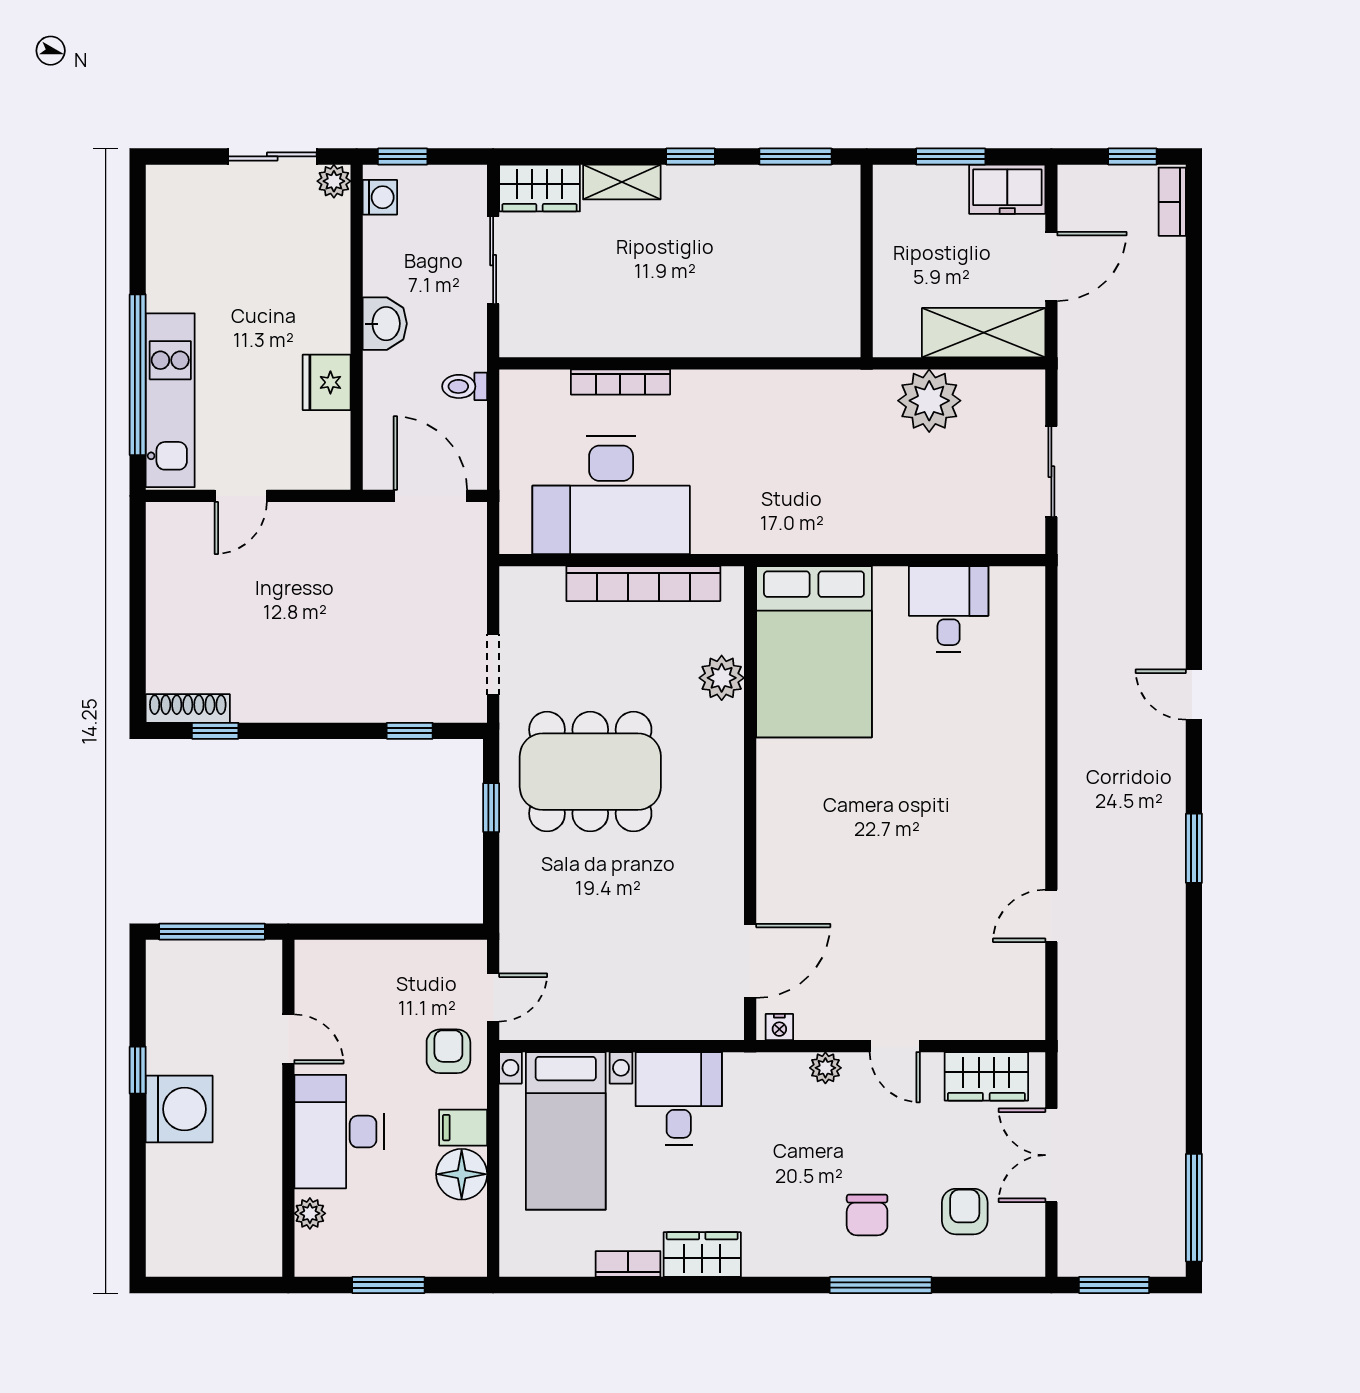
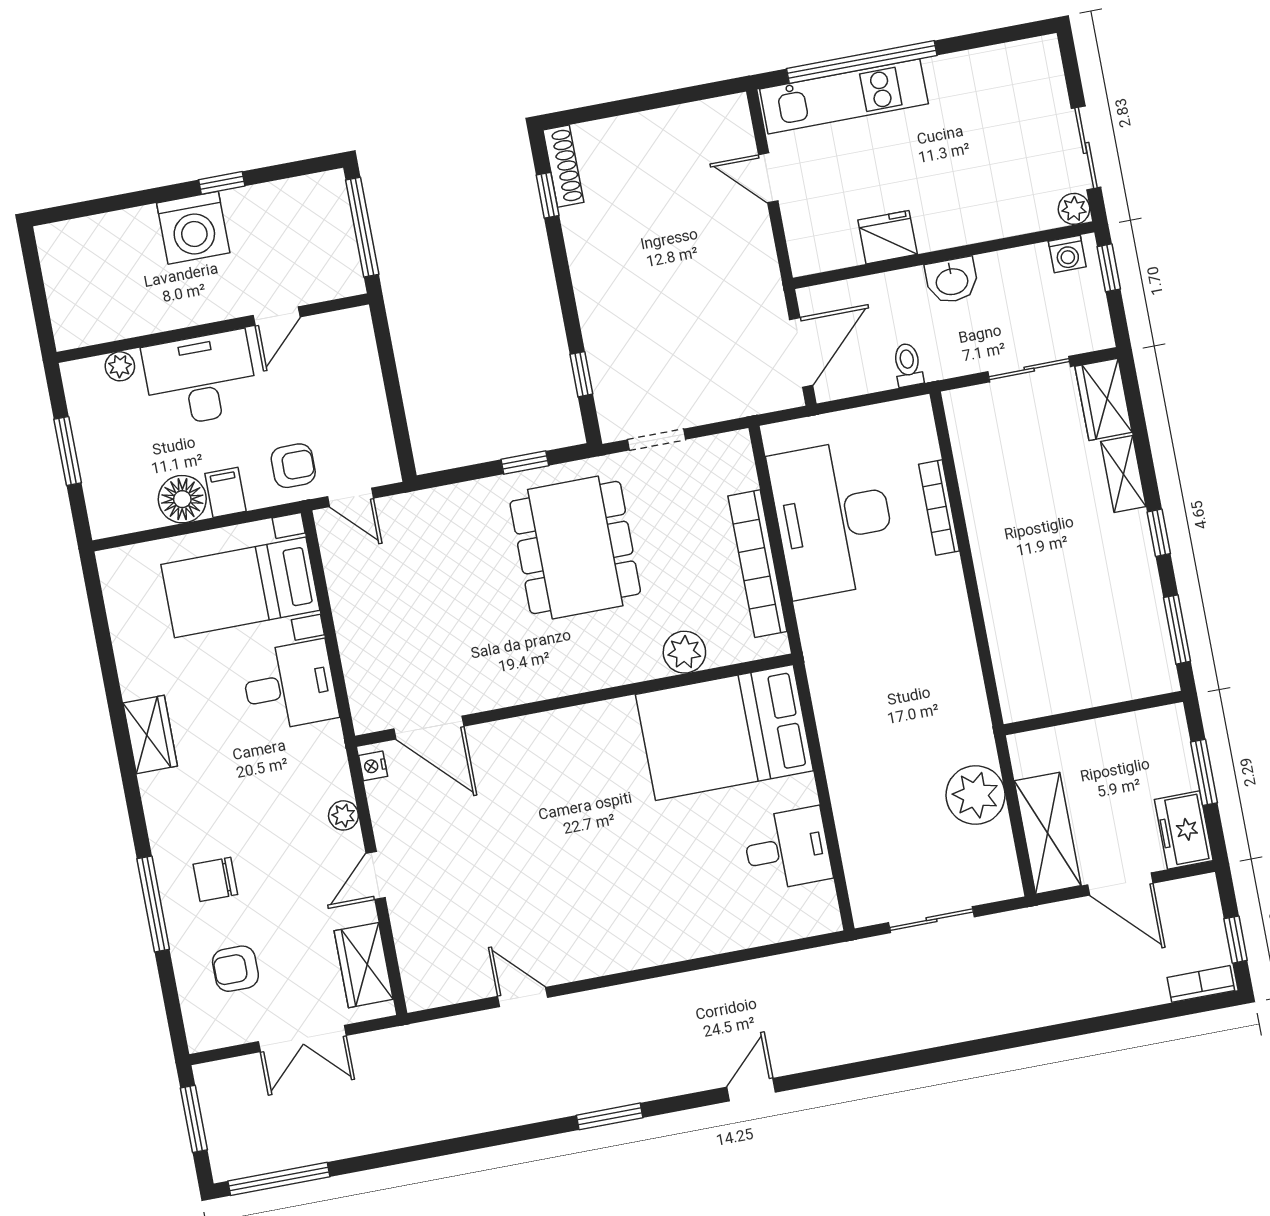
double door: (1051, 1155) -> (302, 1039), swing flipped
armchair: (965, 1212) -> (235, 969), turned 180
bookcase: (628, 1264) -> (129, 668), removed

